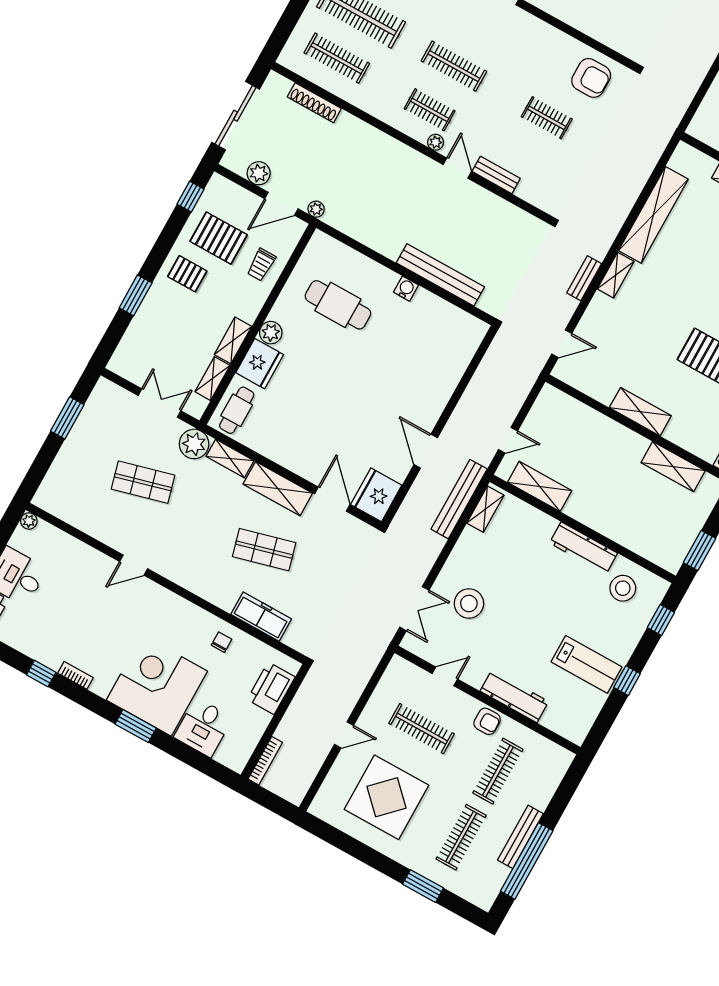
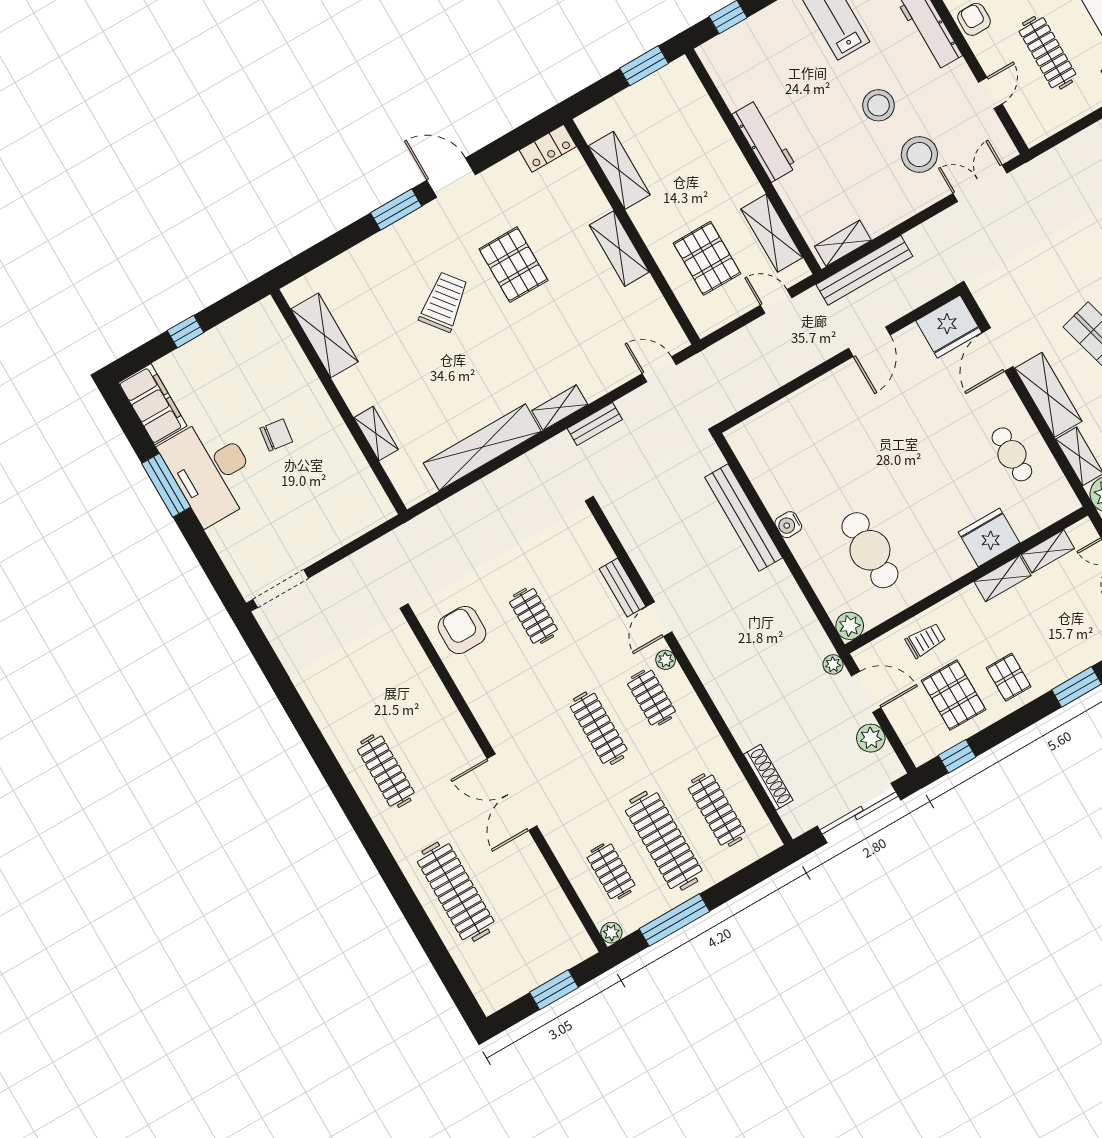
plant: (271, 333) -> (850, 626), moved
cafe table: (237, 410) -> (1012, 454), moved, turned 90
pallet: (575, 442) -> (707, 258), added
stool: (623, 588) -> (878, 105), moved
door: (445, 676) -> (990, 93), swing flipped

